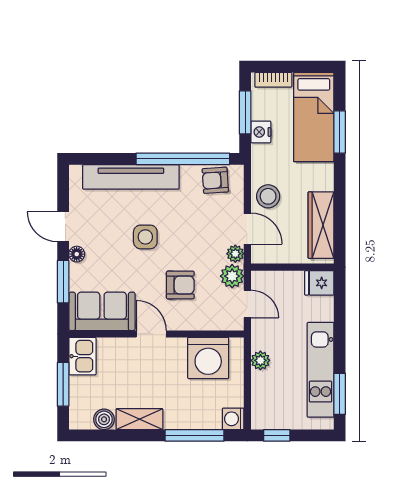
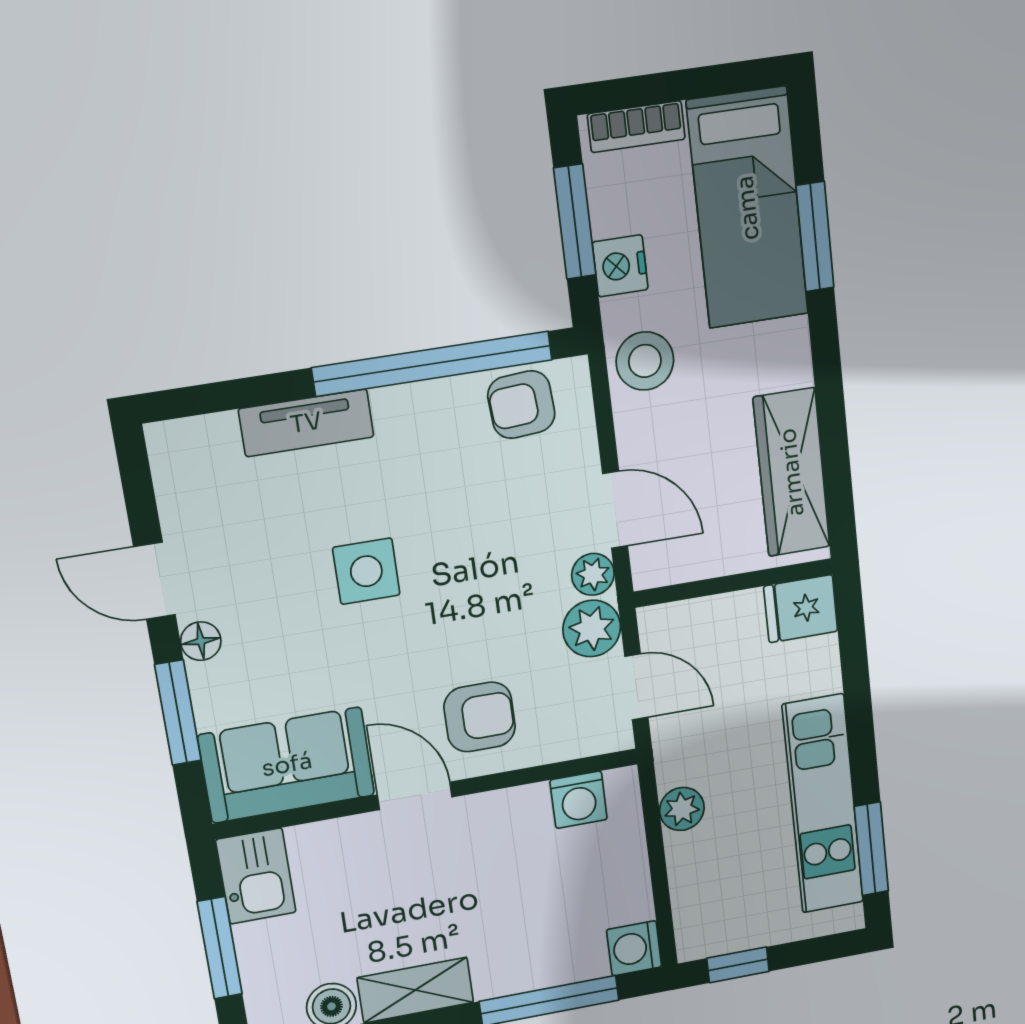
tv unit: (131, 177) -> (306, 423), width x0.52, depth x0.78
stool: (268, 196) -> (645, 361), moved
armchair: (180, 285) -> (480, 717), moved
washing machine: (208, 358) -> (579, 800), width x0.53, depth x0.53

